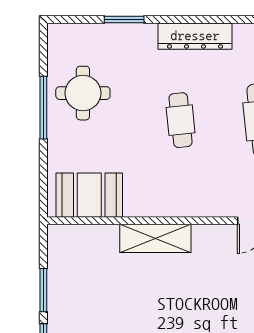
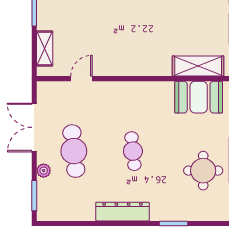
shelving: (155, 238) -> (198, 66), moved

